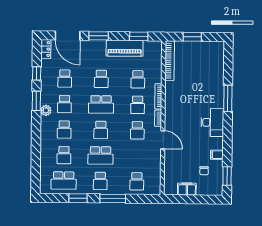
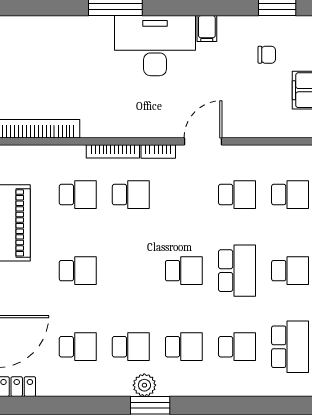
window: (37, 73) -> (68, 405), removed
window: (36, 101) -> (150, 405), moved
school desk: (101, 104) -> (131, 271), removed
desk: (212, 122) -> (155, 46), width x1.36, depth x1.30
school desk: (137, 130) -> (237, 195), moved
filing cabinet: (217, 155) -> (207, 29), moved

